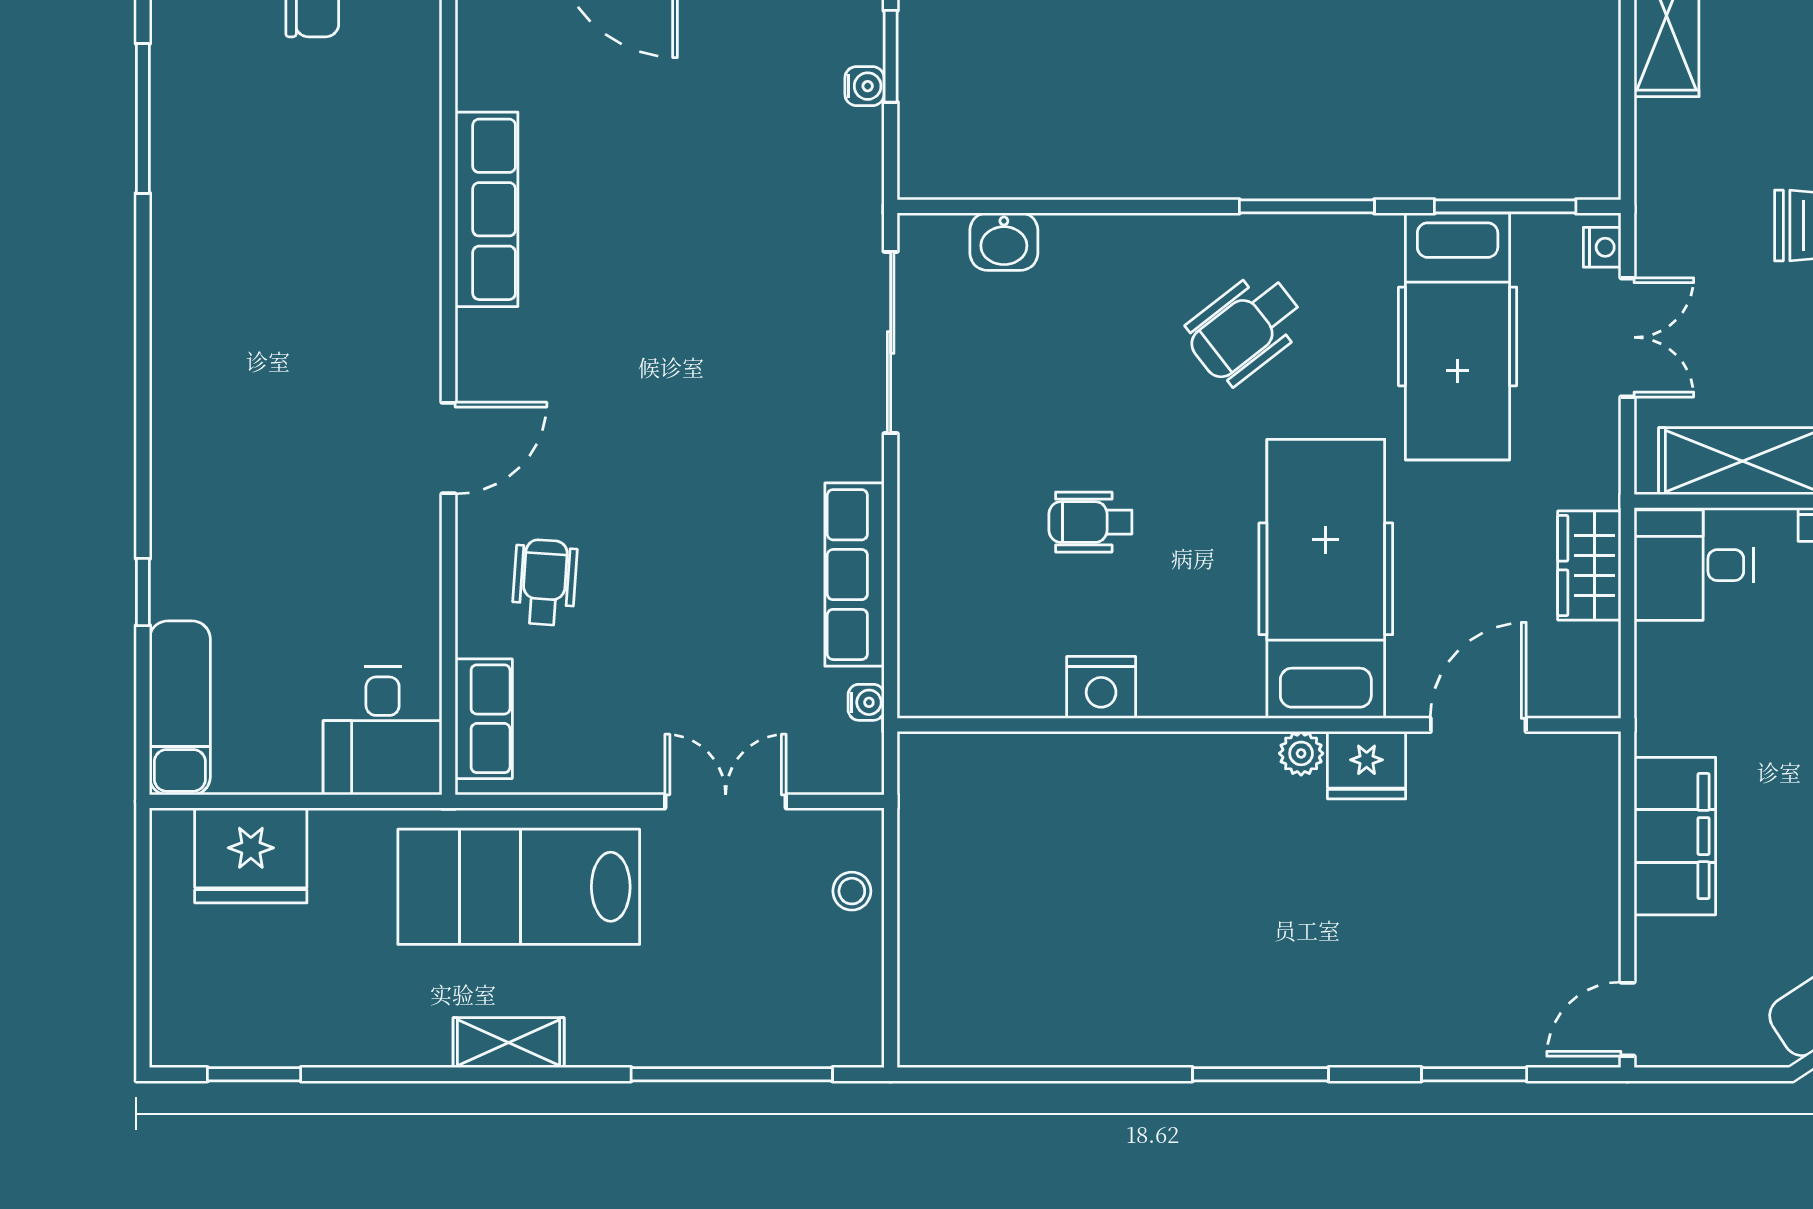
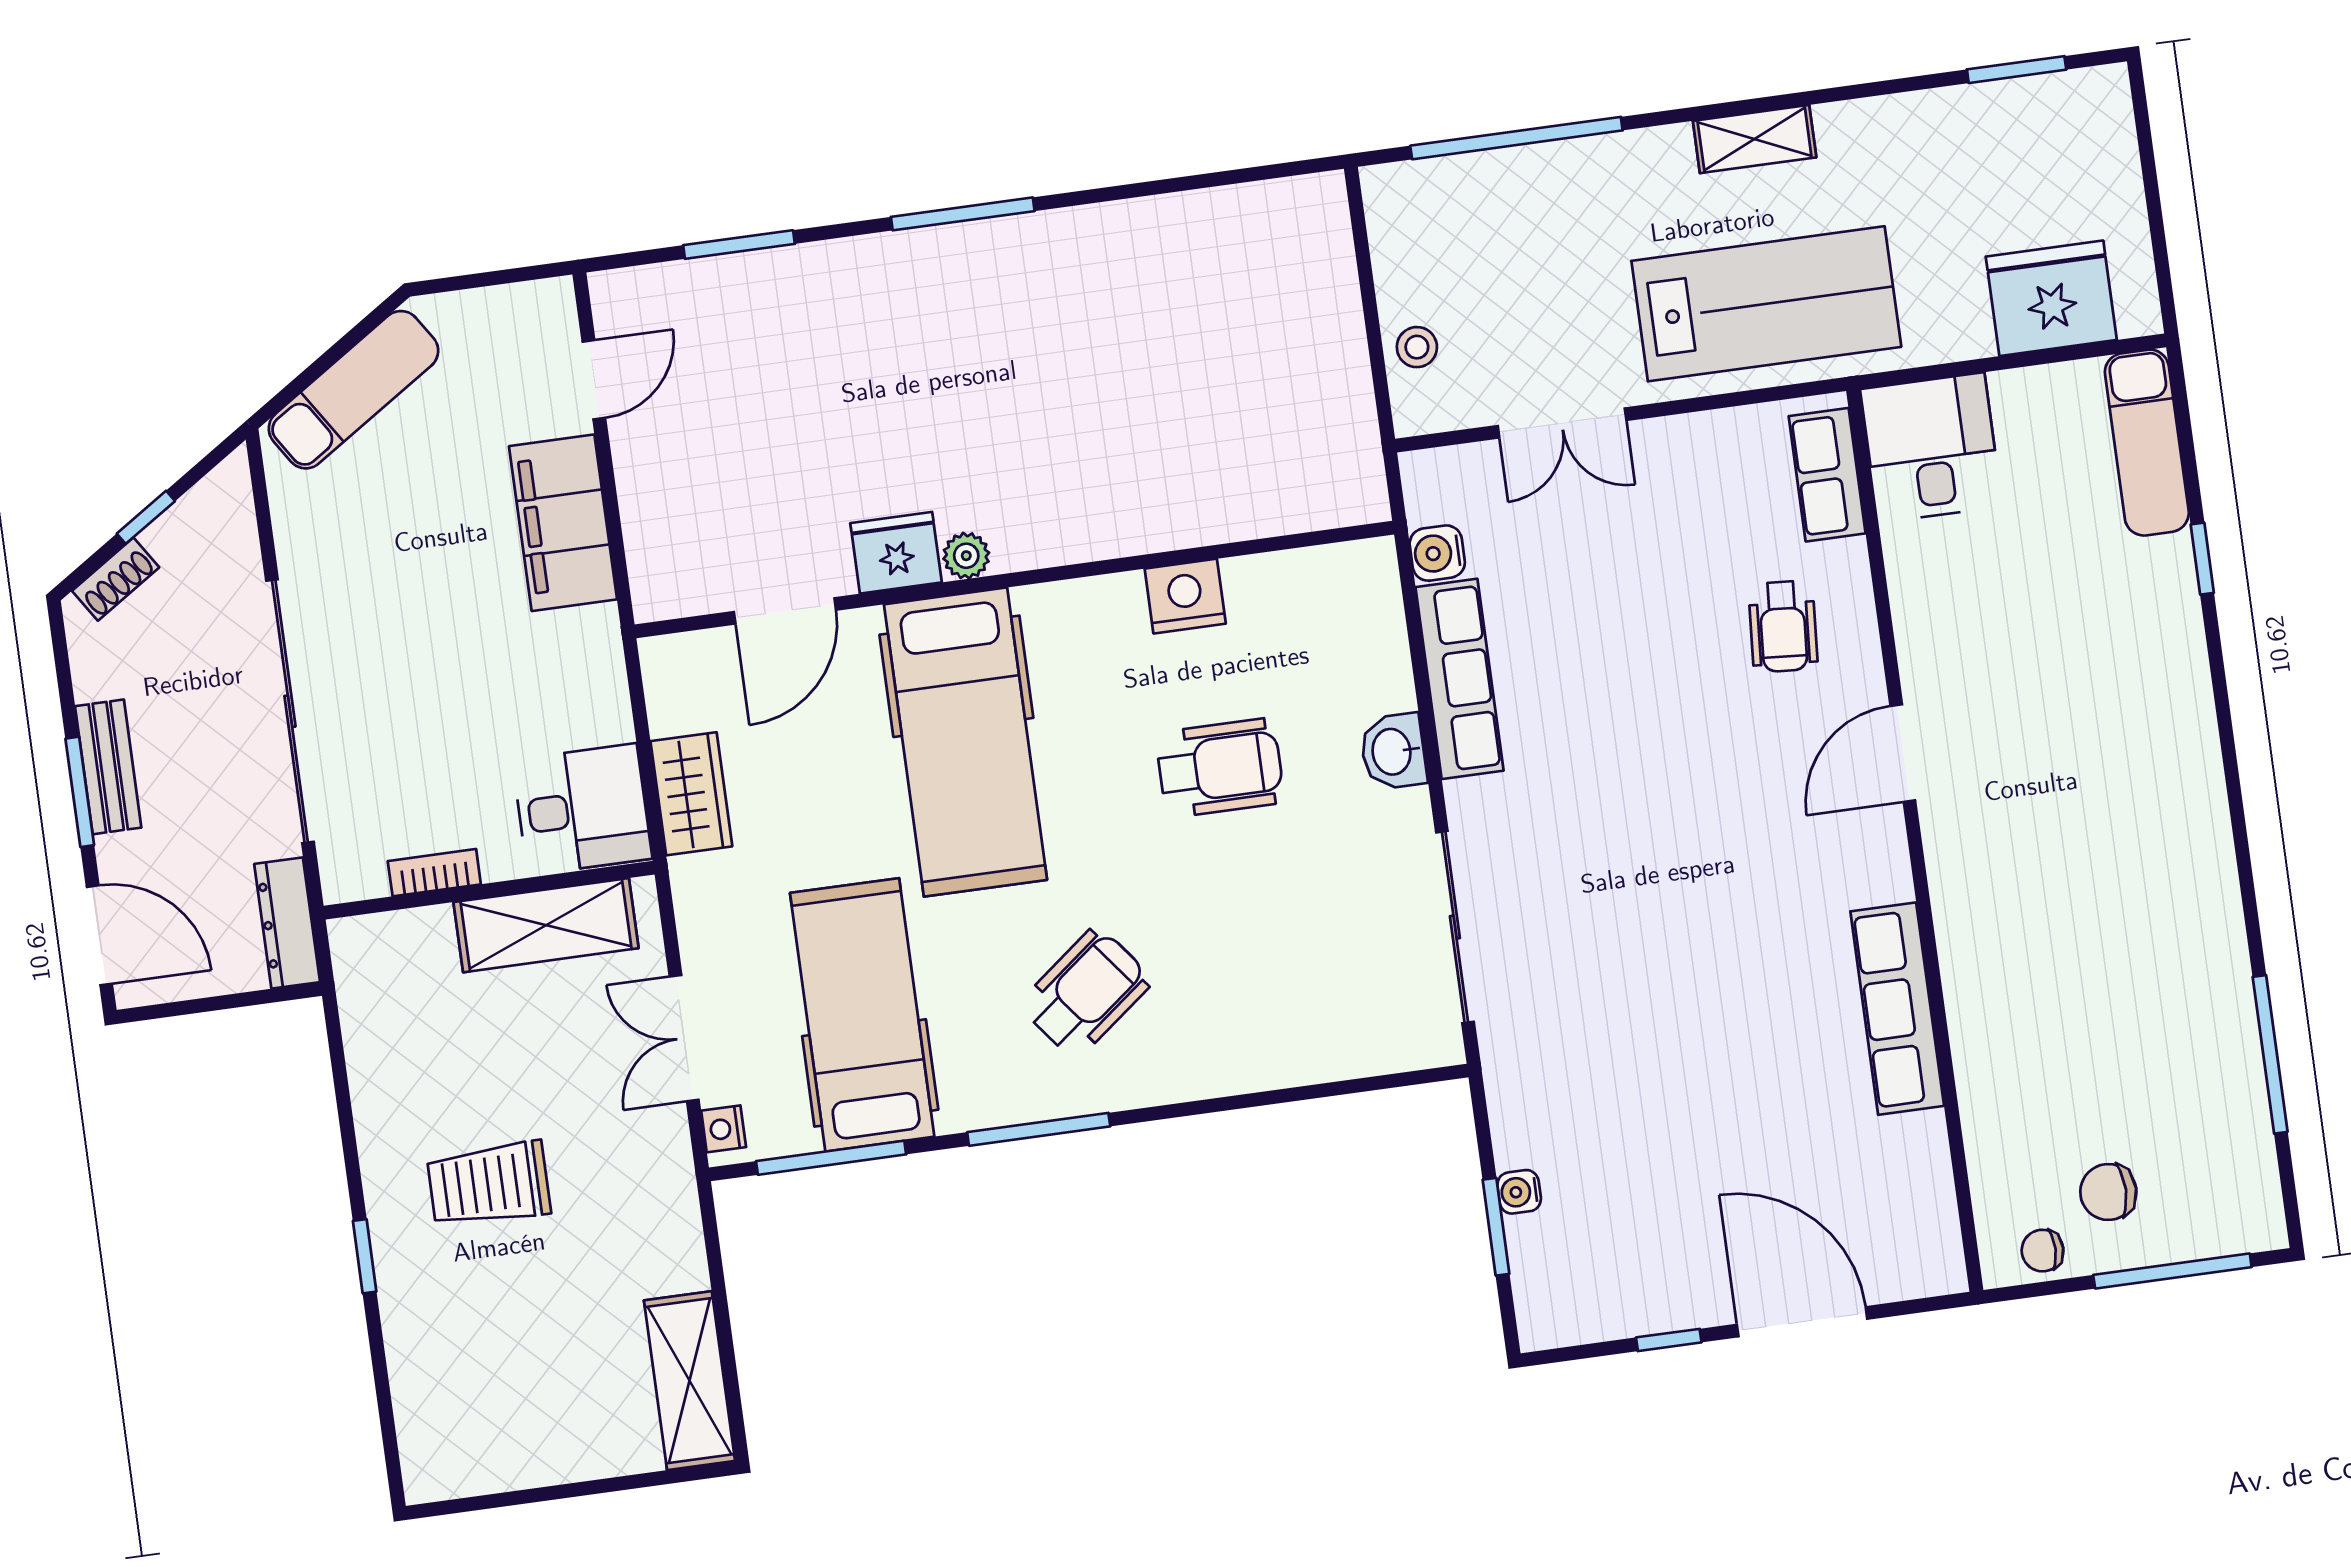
washbasin: (1004, 242) -> (1393, 751), moved, turned -90
wheelchair: (1090, 522) -> (1220, 768), width x1.36, depth x1.37
water cooler: (866, 702) -> (1437, 553), width x1.38, depth x1.38
door: (1628, 1019) -> (594, 380), moved

